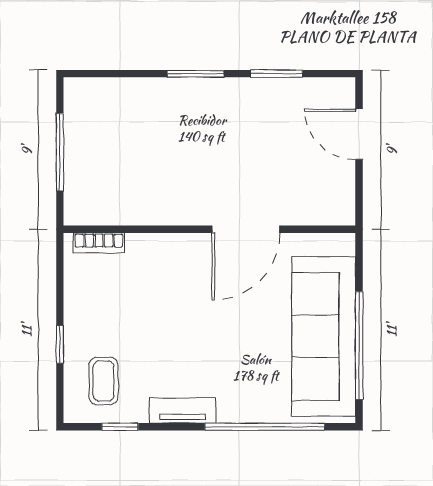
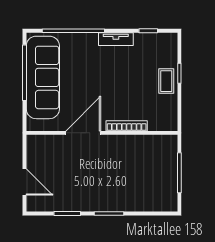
bookcase: (99, 243) -> (127, 126), moved, width x1.56
coffee table: (104, 381) -> (166, 81), moved

